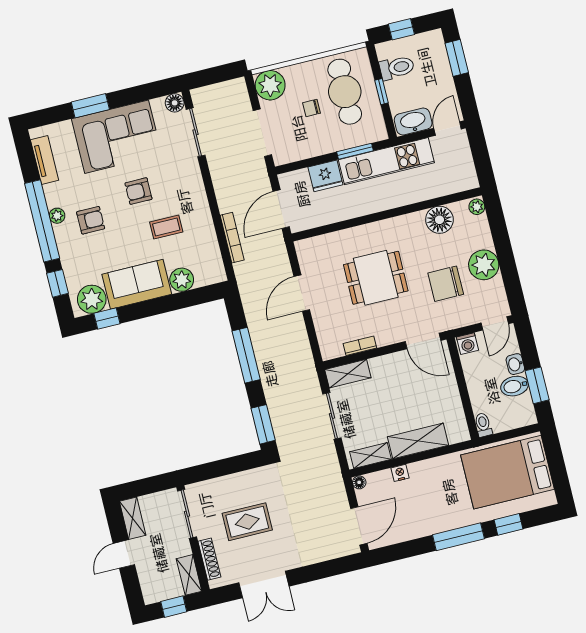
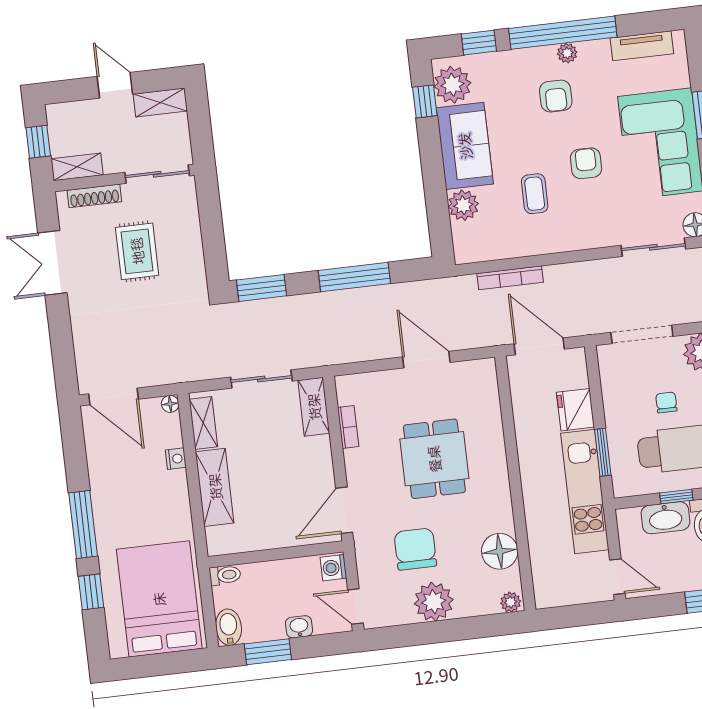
washbasin: (413, 121) -> (665, 518), moved, turned 90
bidet: (515, 386) -> (229, 627), moved

